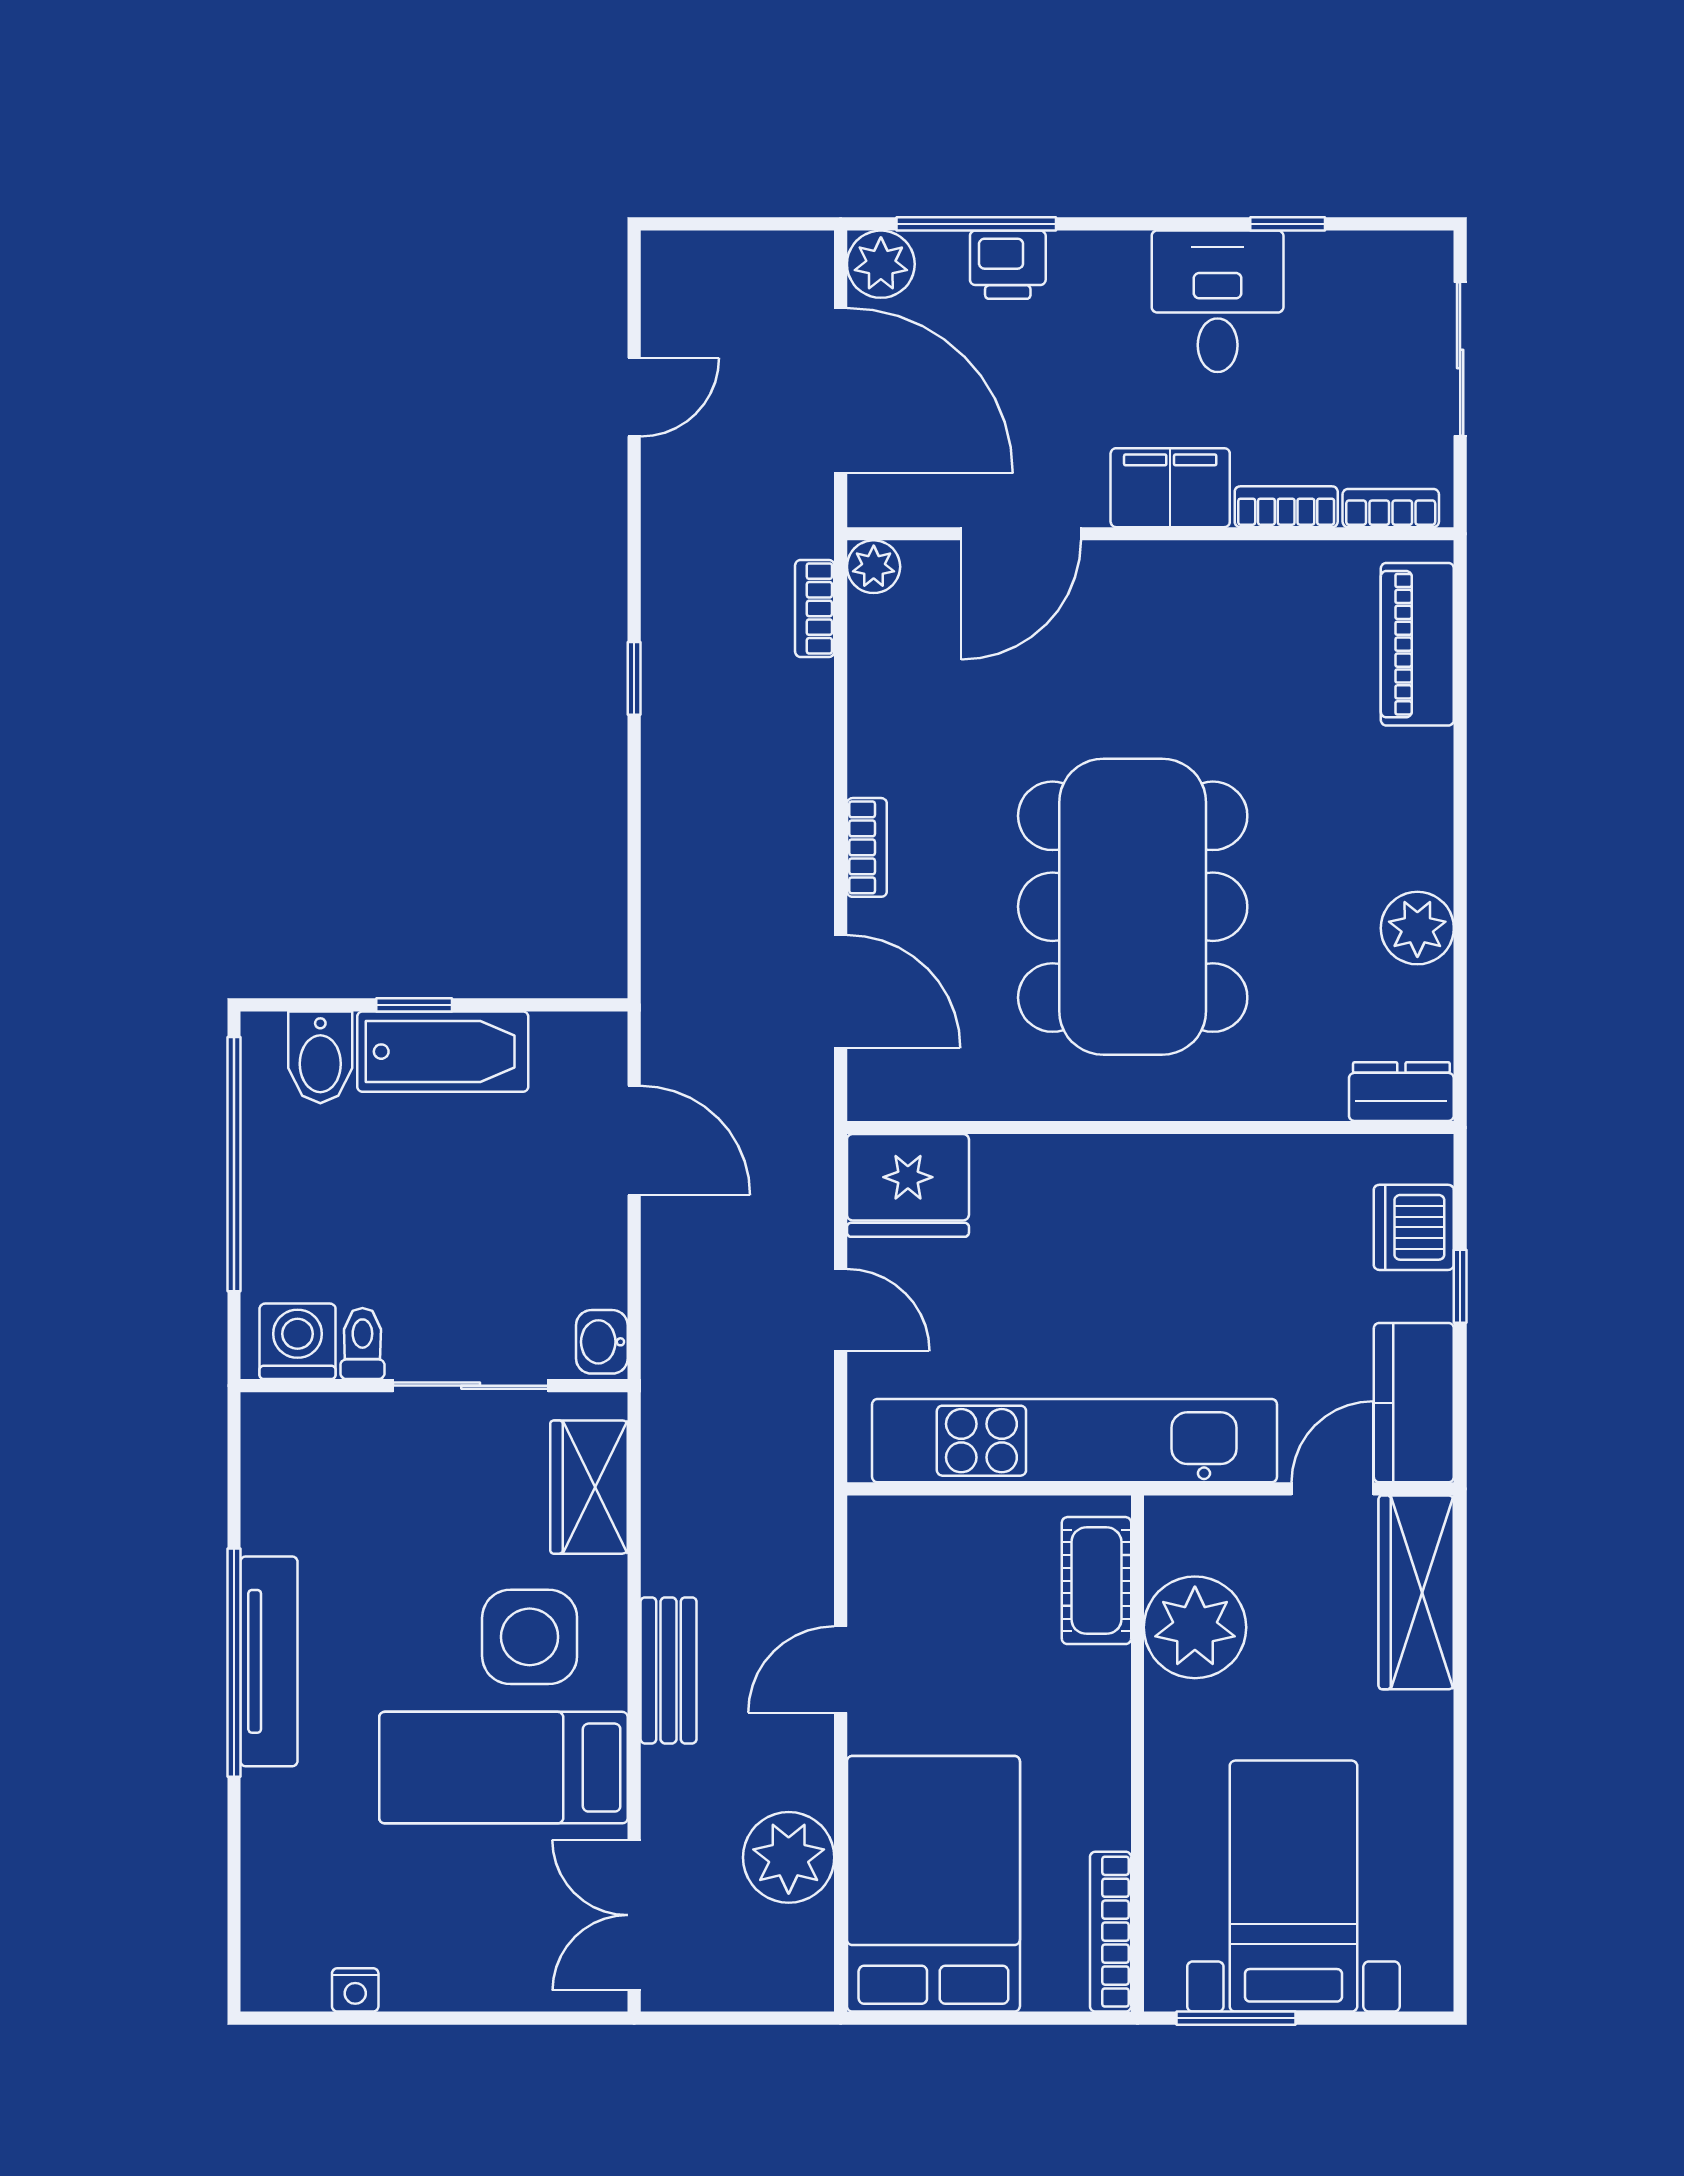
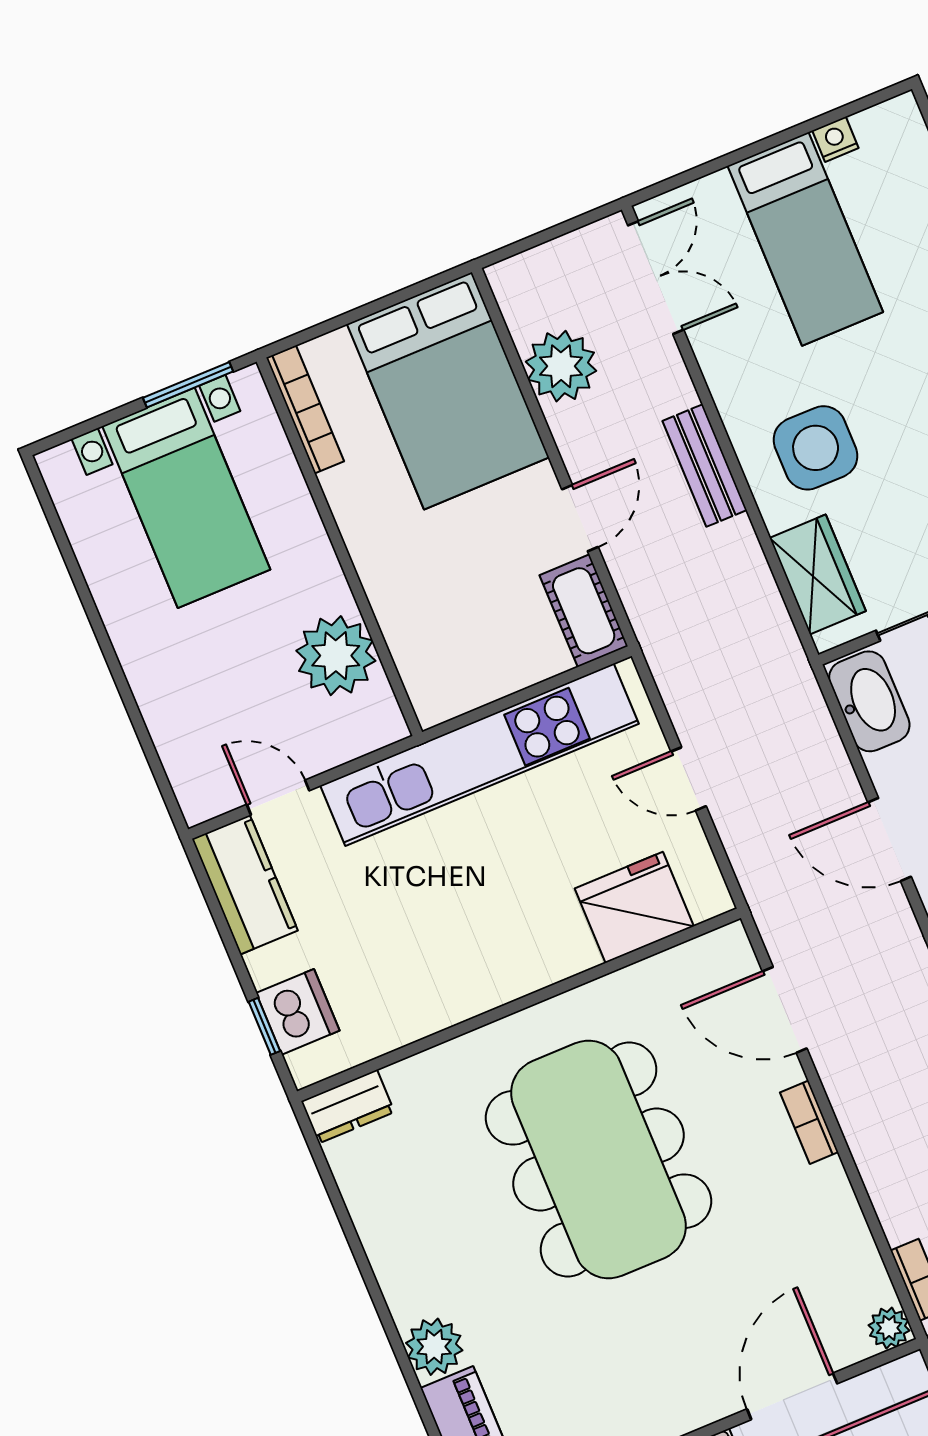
plant: (1417, 928) -> (434, 1347), moved
fridge: (908, 1185) -> (634, 907), moved
window: (1460, 1286) -> (264, 1026), moved
washbasin: (602, 1342) -> (869, 701), width x1.91, depth x1.45
door: (1332, 1489) -> (278, 798), swing flipped
cot: (1096, 1581) -> (584, 611), moved
wardrobe: (1416, 1592) -> (186, 748), removed
bed: (504, 1768) -> (805, 239), moved, turned 90

